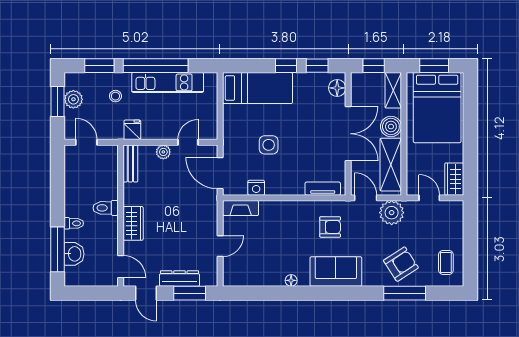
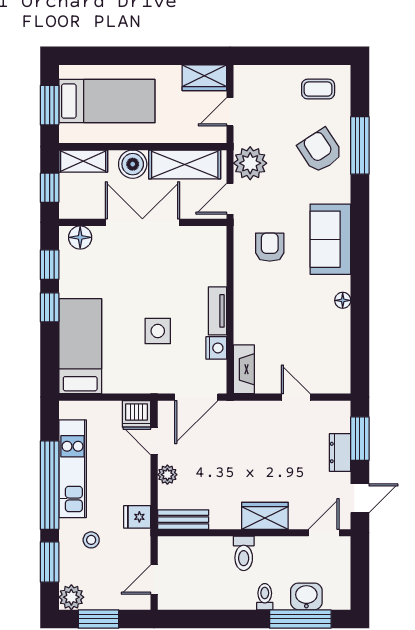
plant: (73, 99) -> (71, 597), moved
bed: (437, 108) -> (107, 101), width x0.67
dishwasher: (208, 129) -> (137, 414), added
tv unit: (323, 189) -> (217, 311), moved
dresser: (180, 279) -> (340, 453), width x0.70

